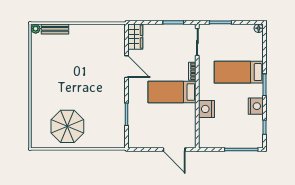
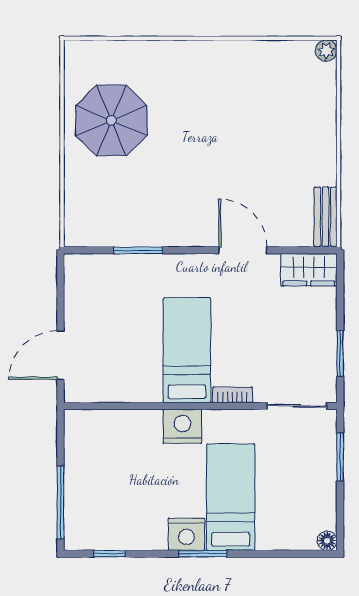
bench: (55, 29) -> (326, 217), moved
door: (126, 67) -> (243, 250), swing flipped
nightstand: (256, 106) -> (186, 534), moved
nightstand: (207, 109) -> (182, 426), moved

